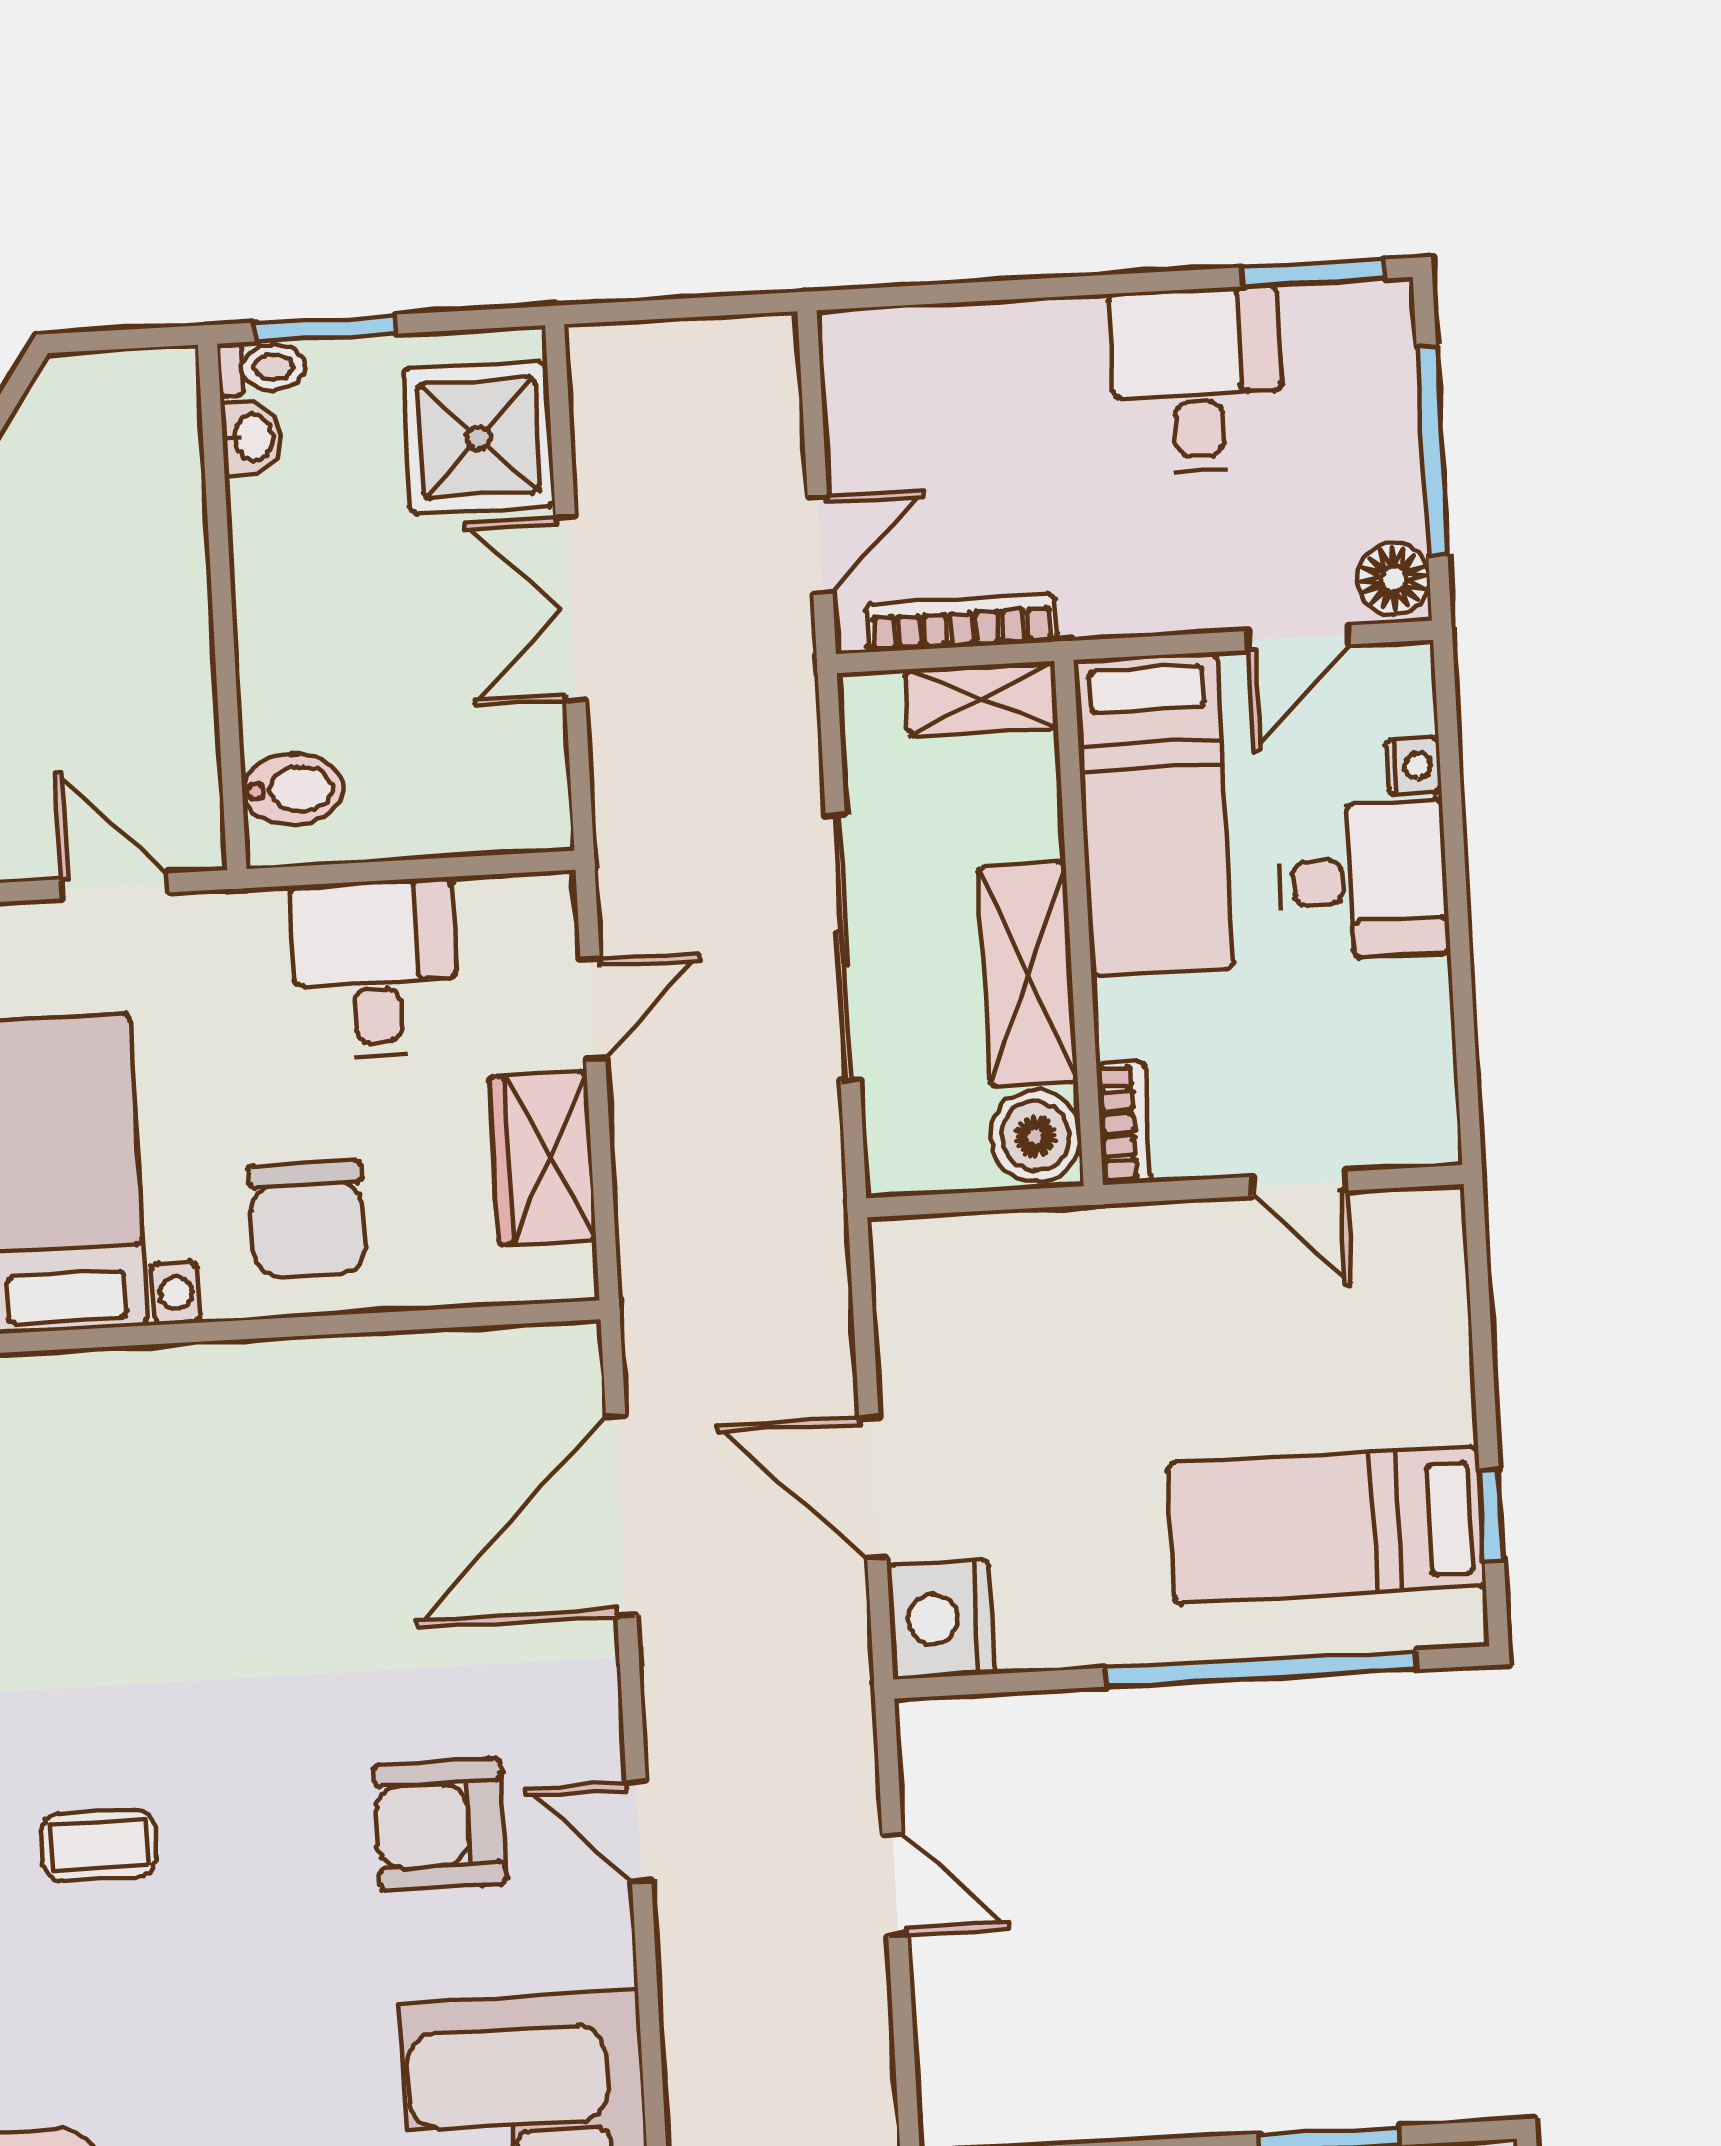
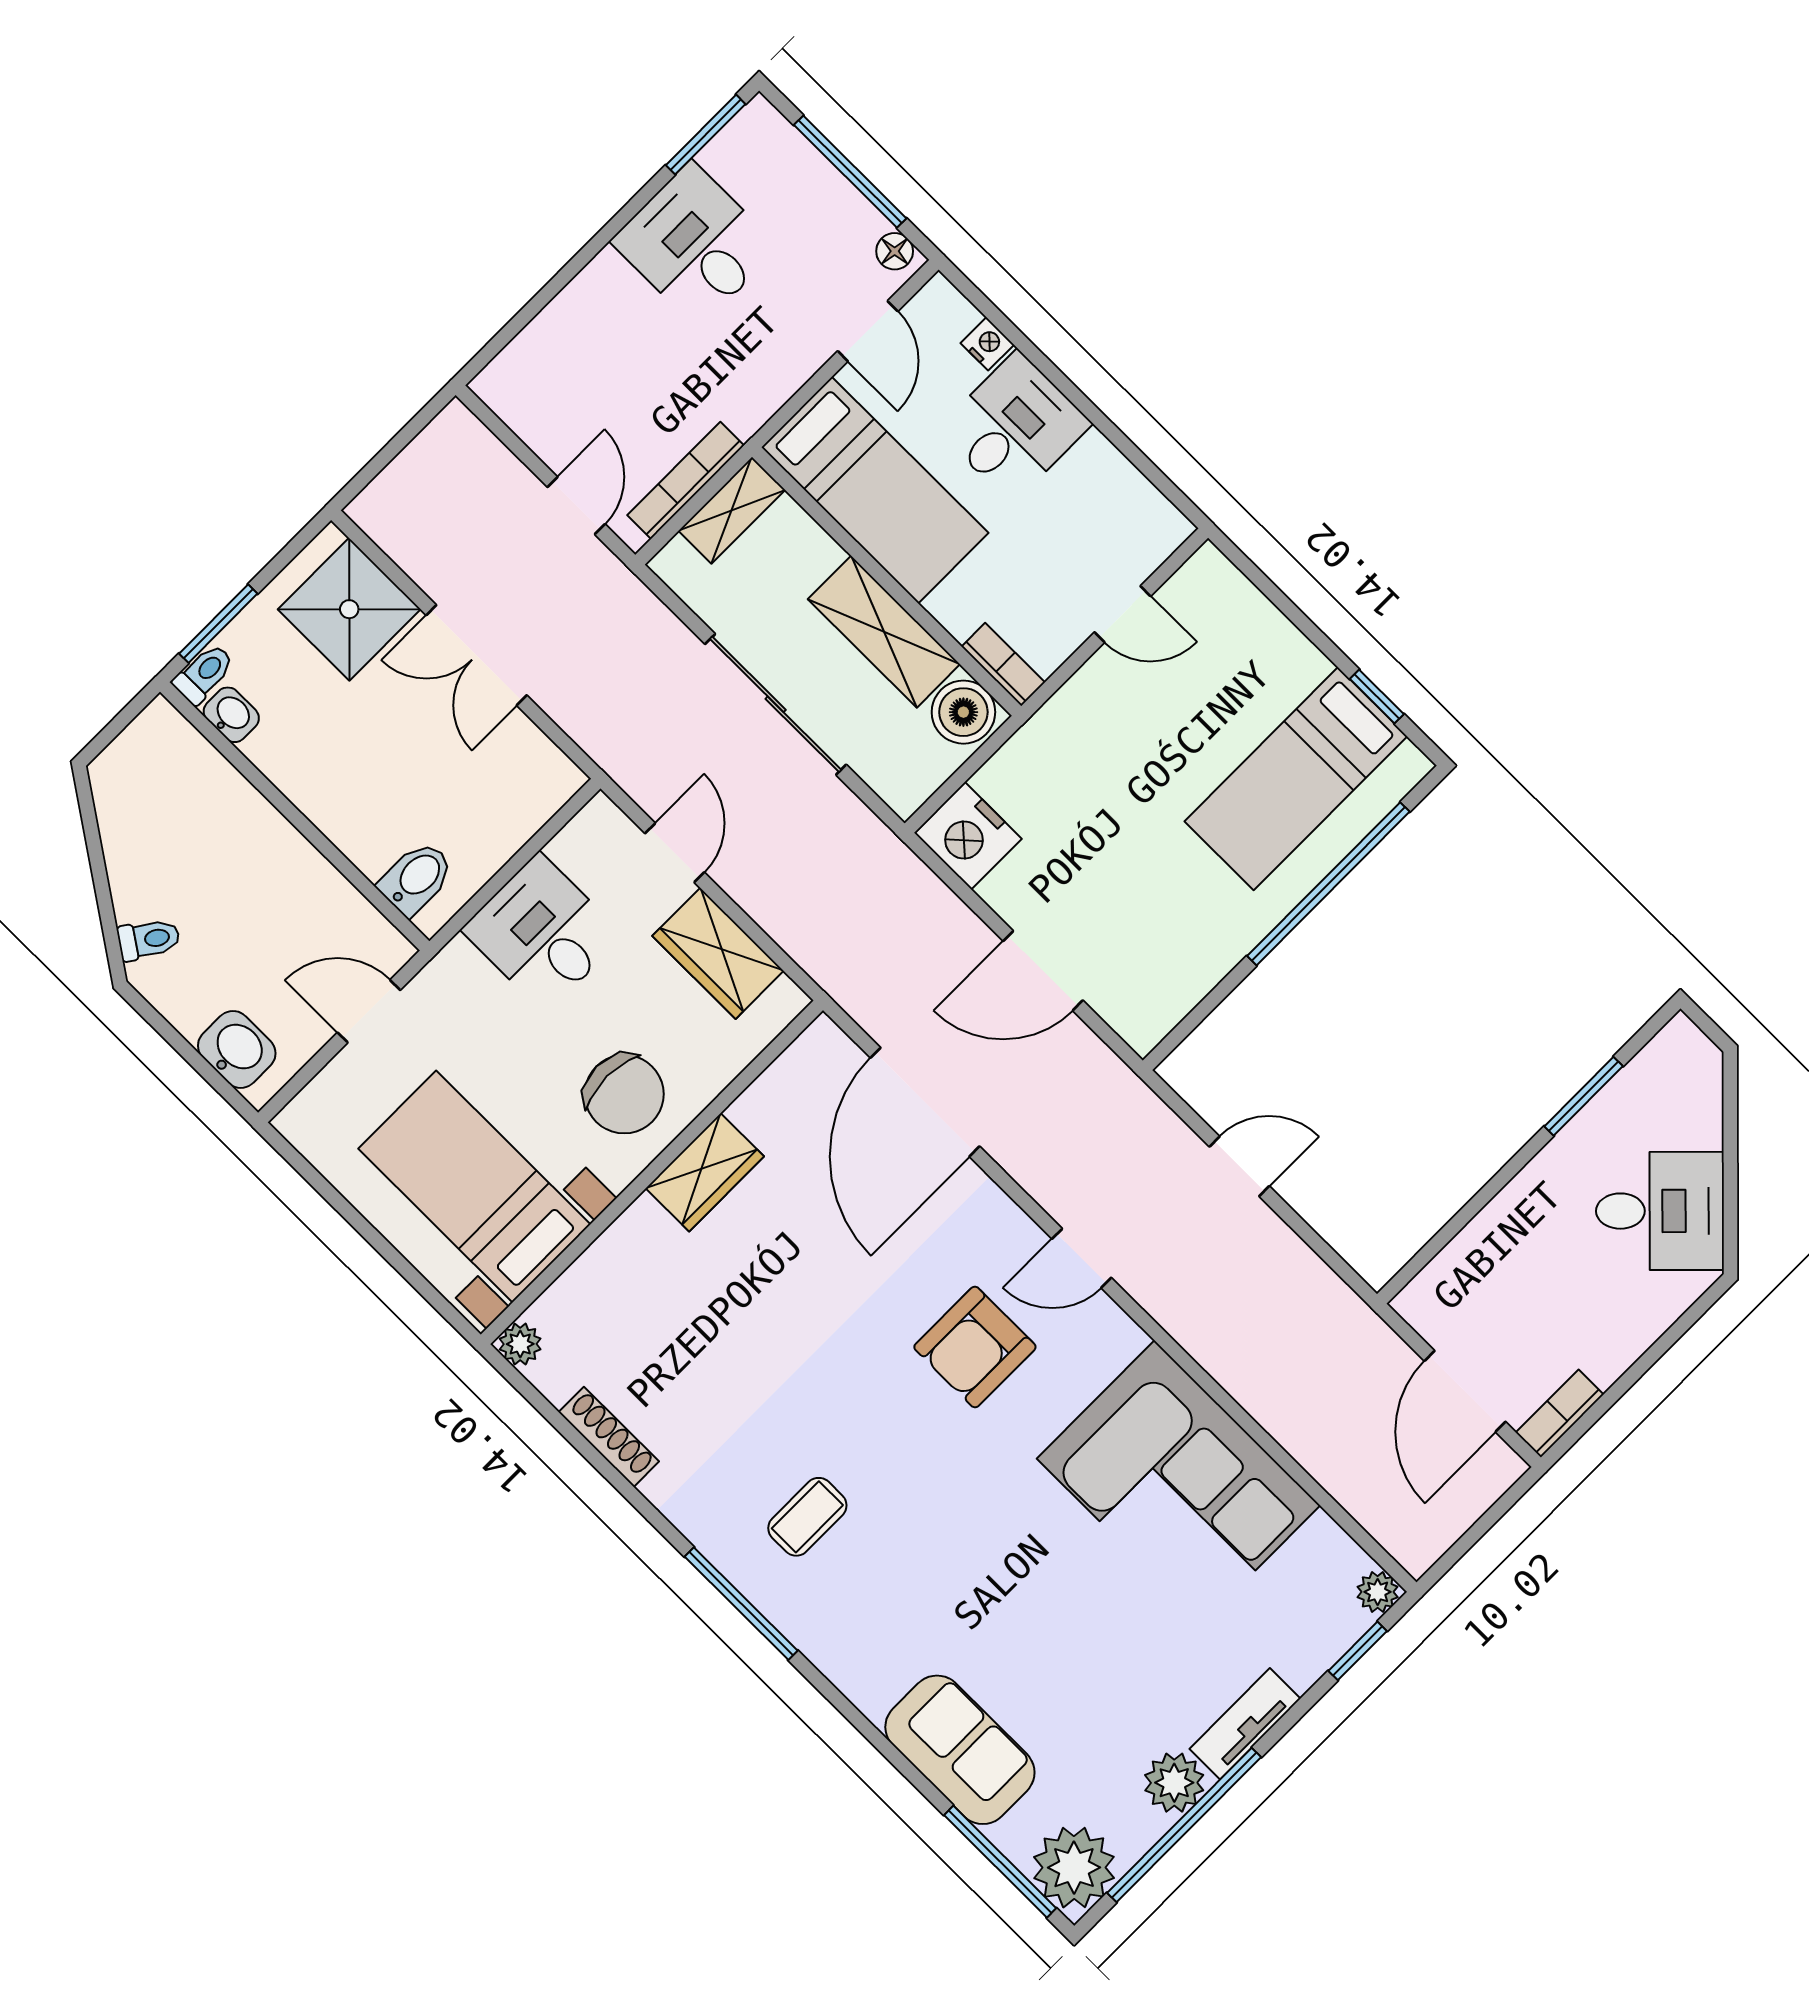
floor lamp: (1394, 579) -> (895, 251), width x0.73, depth x0.73
wardrobe: (319, 1379) -> (705, 1172), added
nightstand: (941, 1619) -> (968, 836), moved

